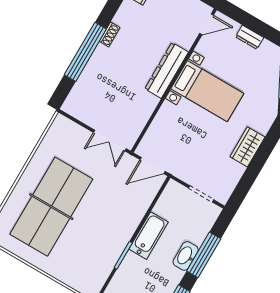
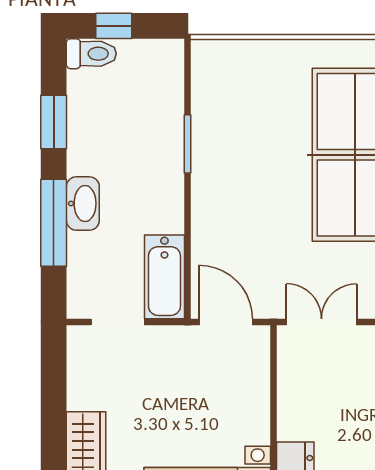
door: (153, 166) -> (226, 322), hinge flipped
bathtub: (149, 236) -> (164, 277), moved

